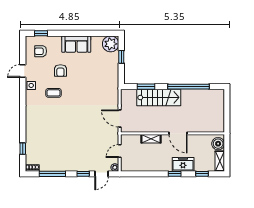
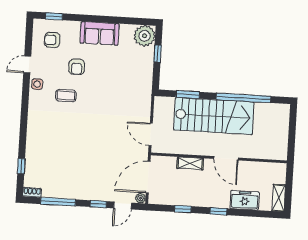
stairs: (159, 97) -> (214, 116), width x1.36, depth x1.51
boiler: (218, 144) -> (278, 175), removed
door: (120, 151) -> (148, 177), width x1.88
freezer: (183, 164) -> (245, 200), moved
window: (202, 174) -> (183, 209), moved

